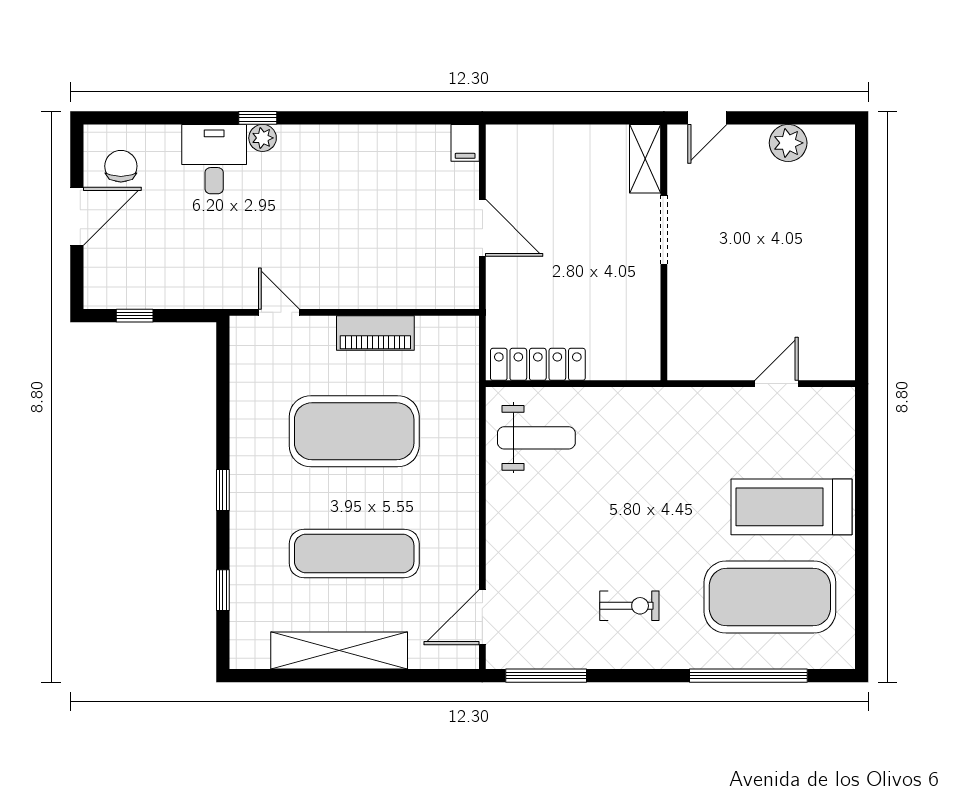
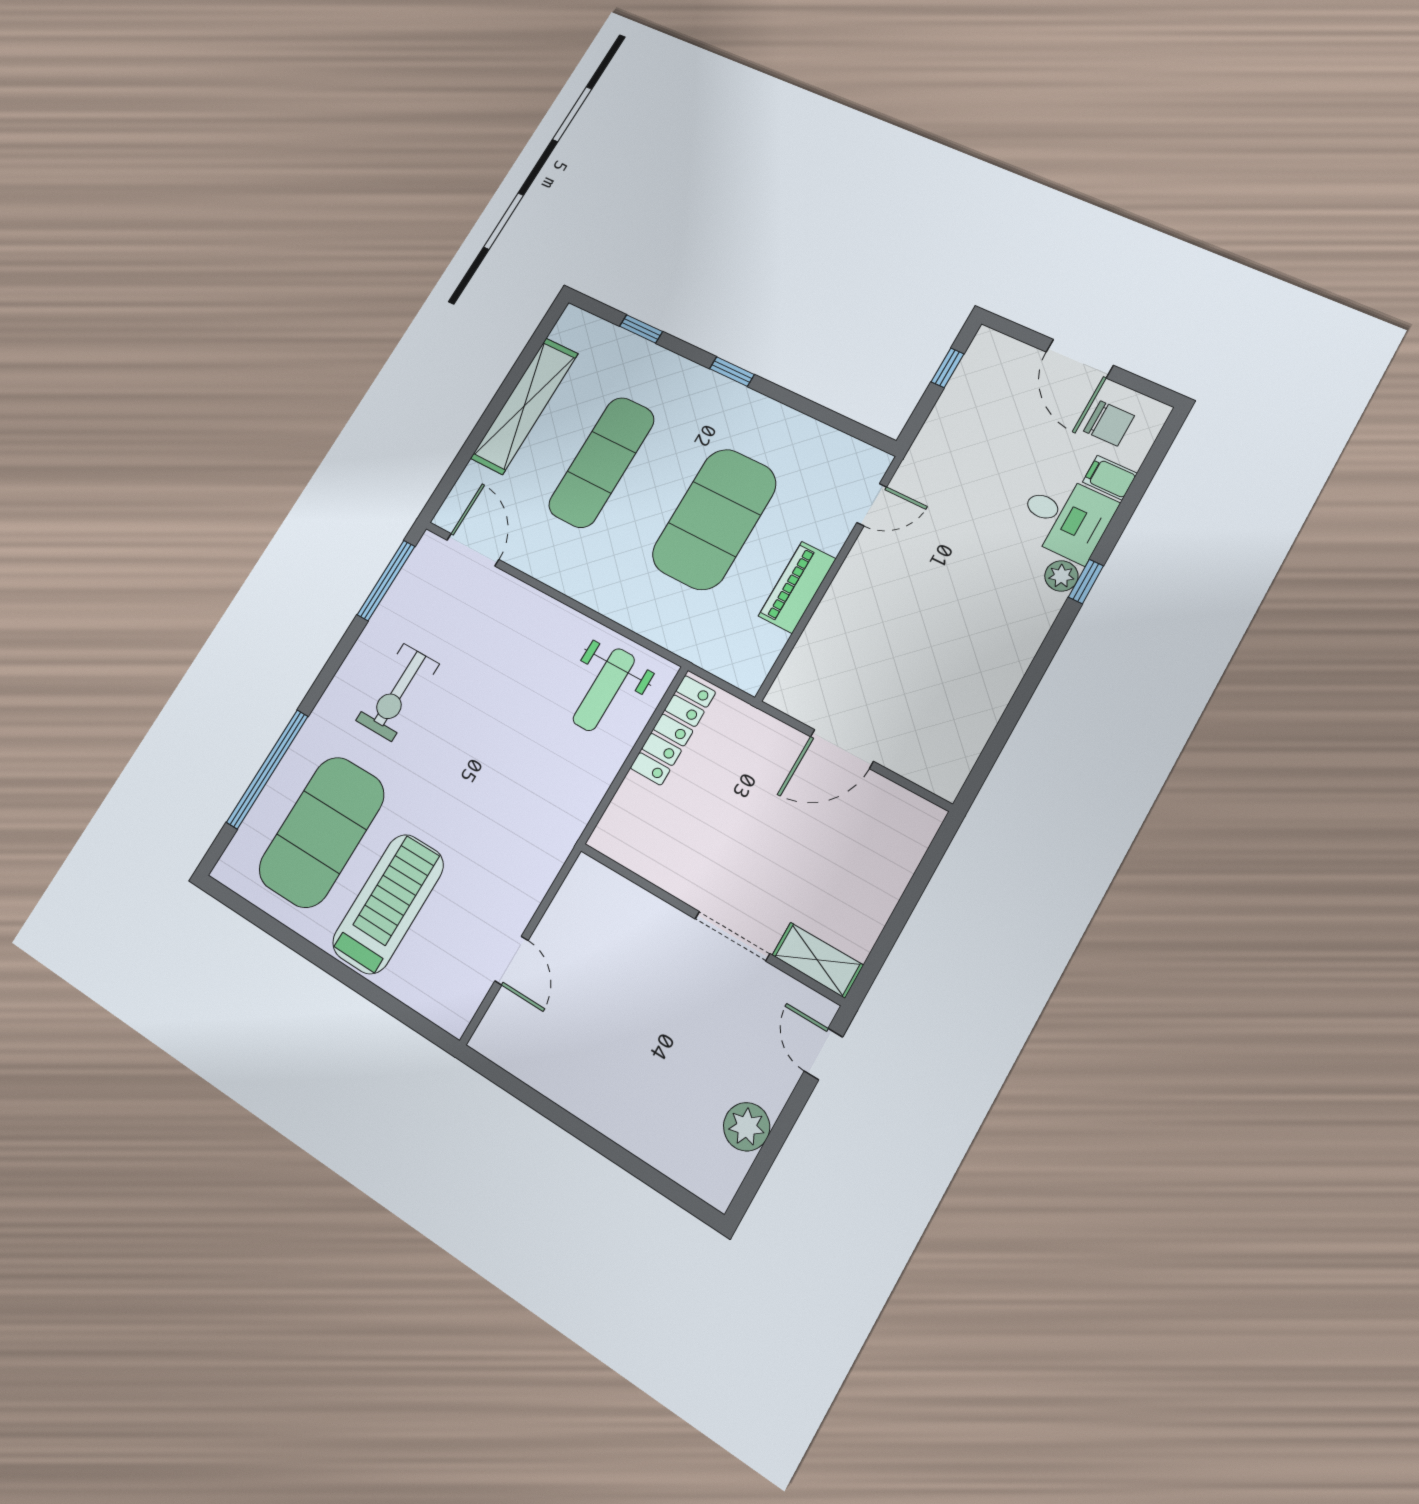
filing cabinet: (465, 143) -> (1110, 478), moved
exercise bike: (629, 606) -> (398, 692), width x1.38, depth x1.39

